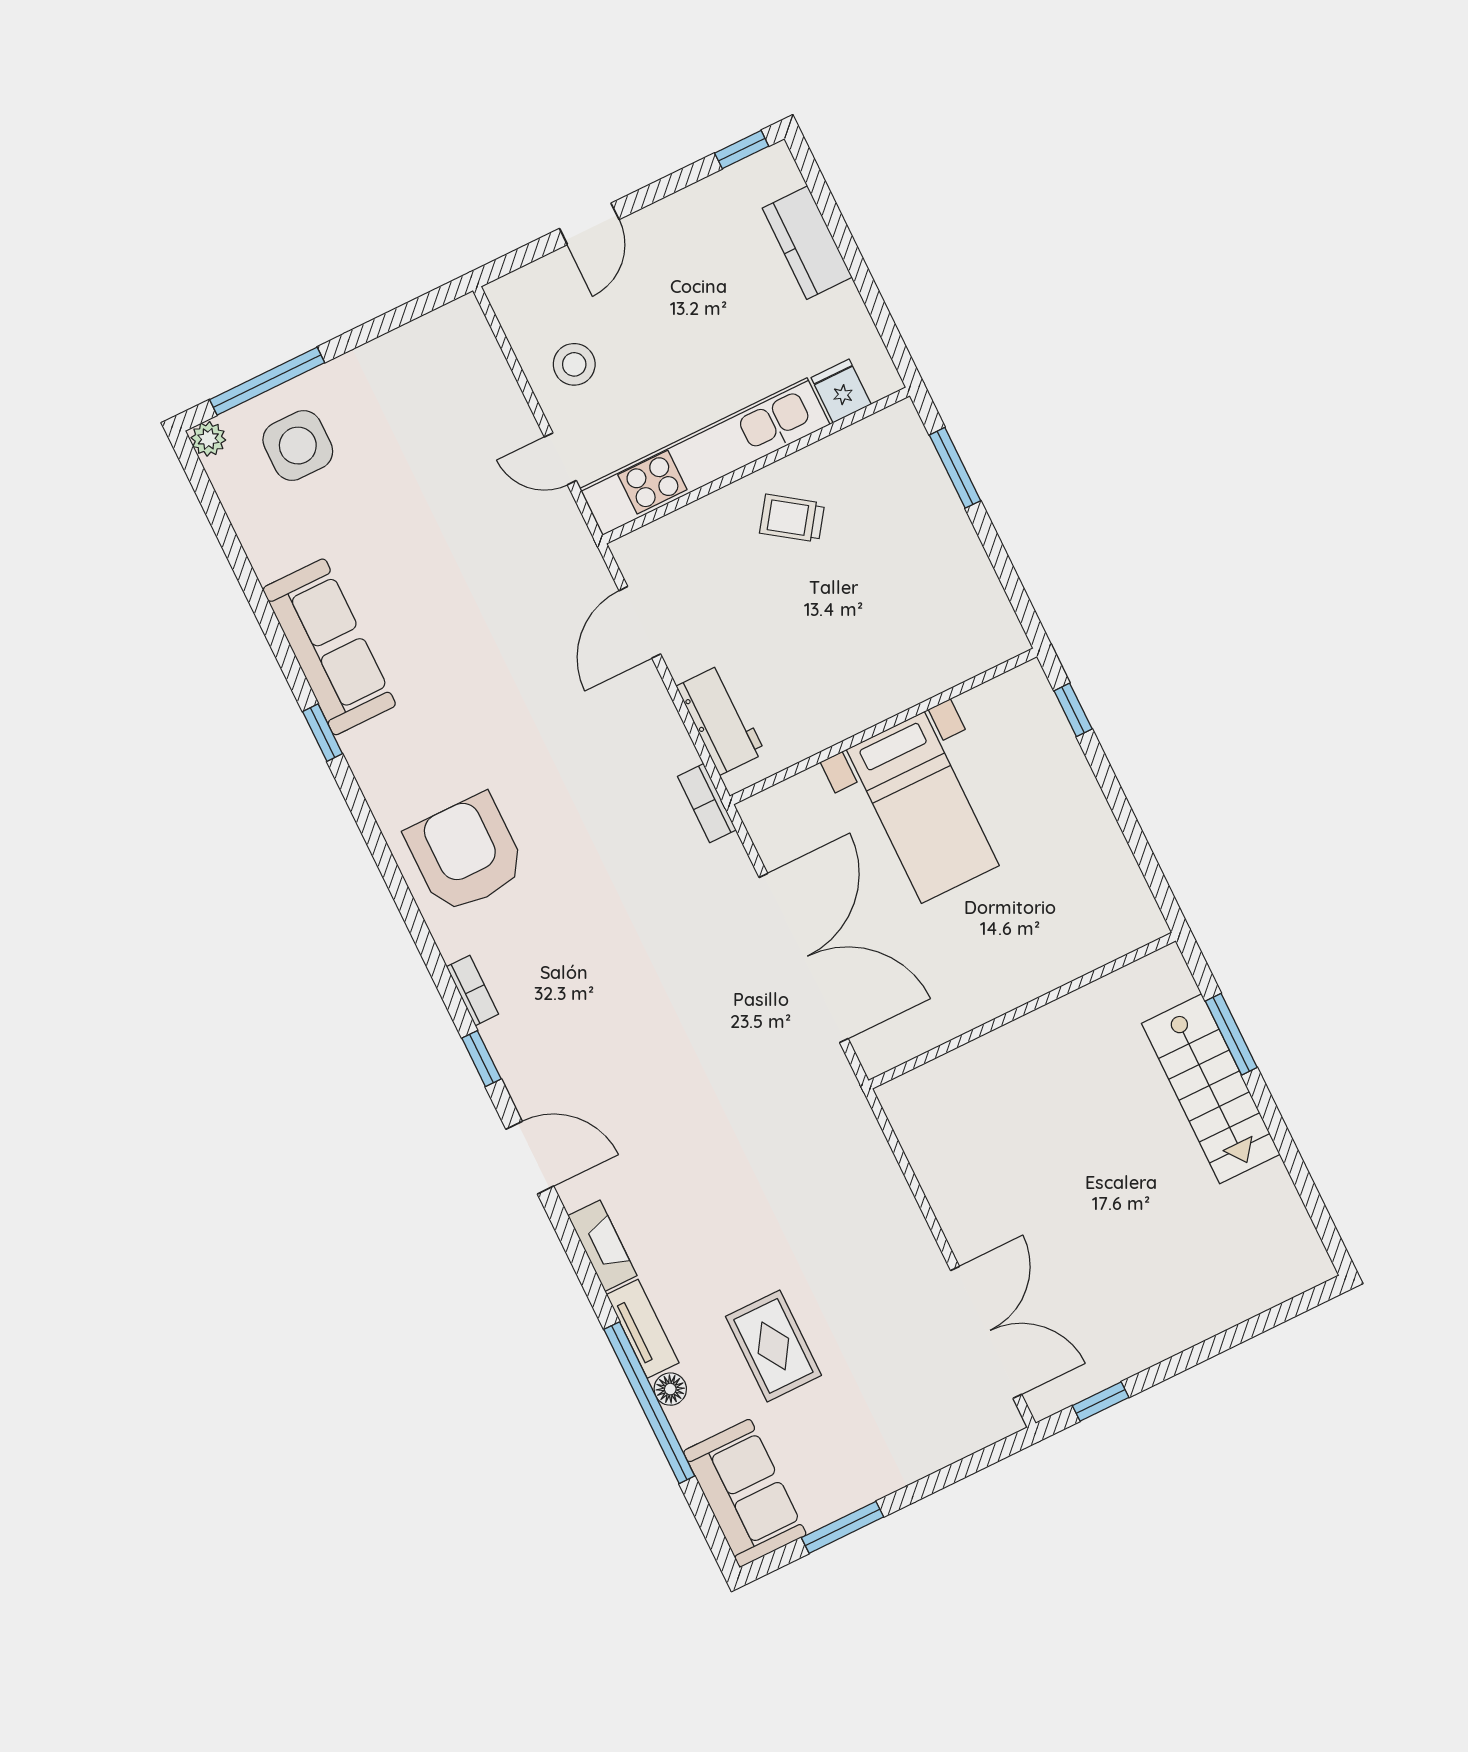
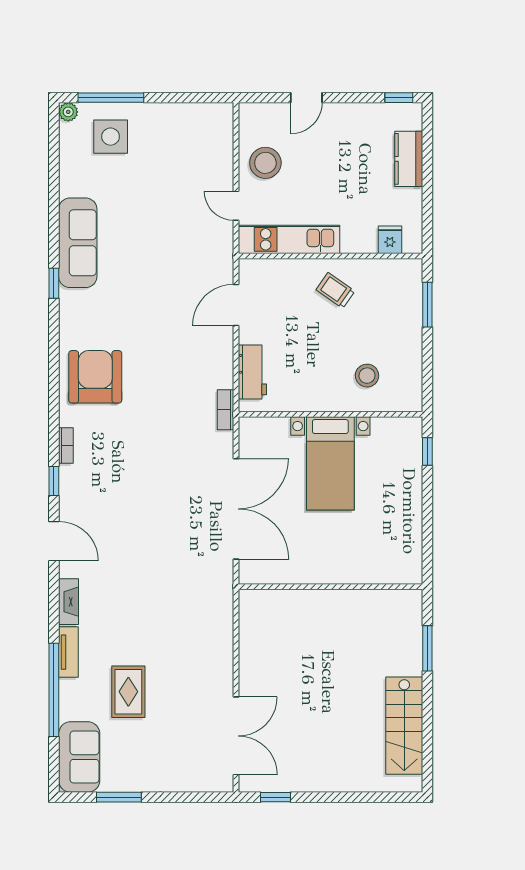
stool: (574, 364) -> (265, 163), width x1.38, depth x1.38
kitchen unit: (705, 457) -> (289, 239), width x0.73
stool: (913, 633) -> (367, 376), added
stairs: (1211, 1089) -> (404, 726), moved
floor lamp: (670, 1389) -> (67, 688), removed

